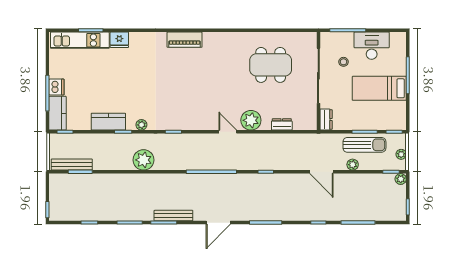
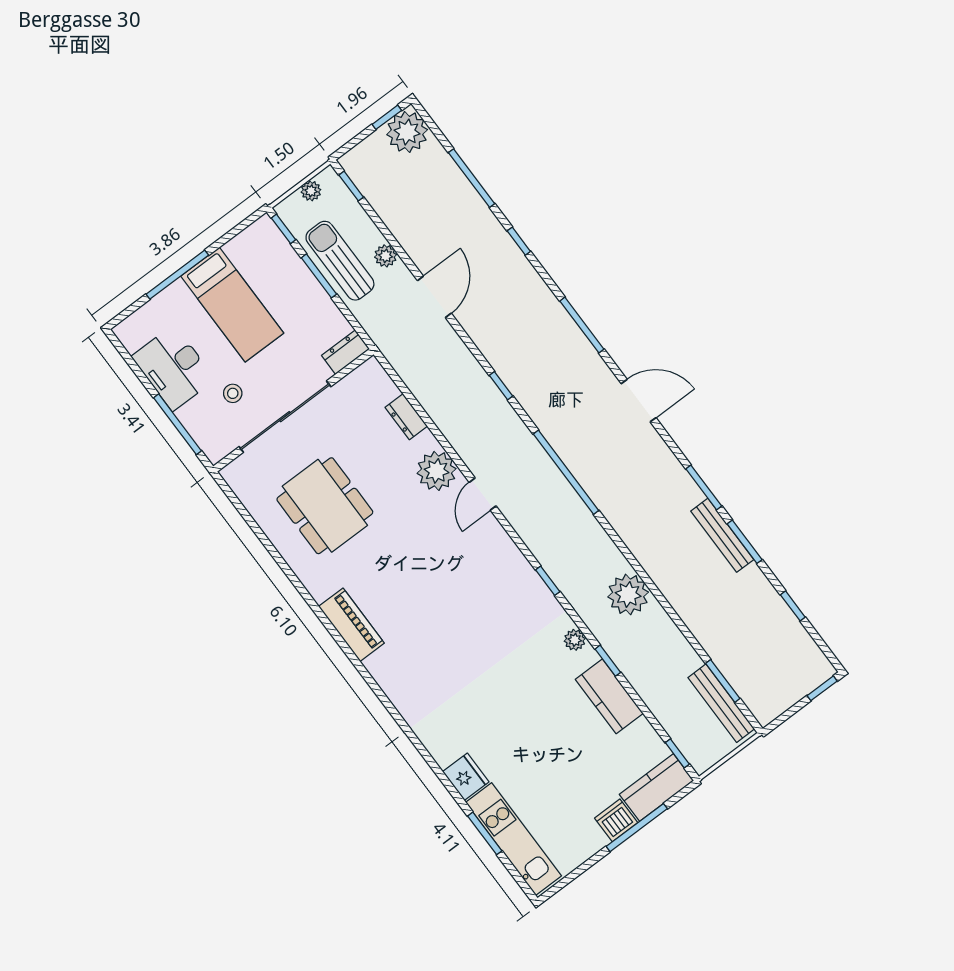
piano: (185, 40) -> (351, 625), moved
plant: (401, 179) -> (407, 132), moved, width x1.88, depth x1.88
bench: (173, 216) -> (722, 535), moved

